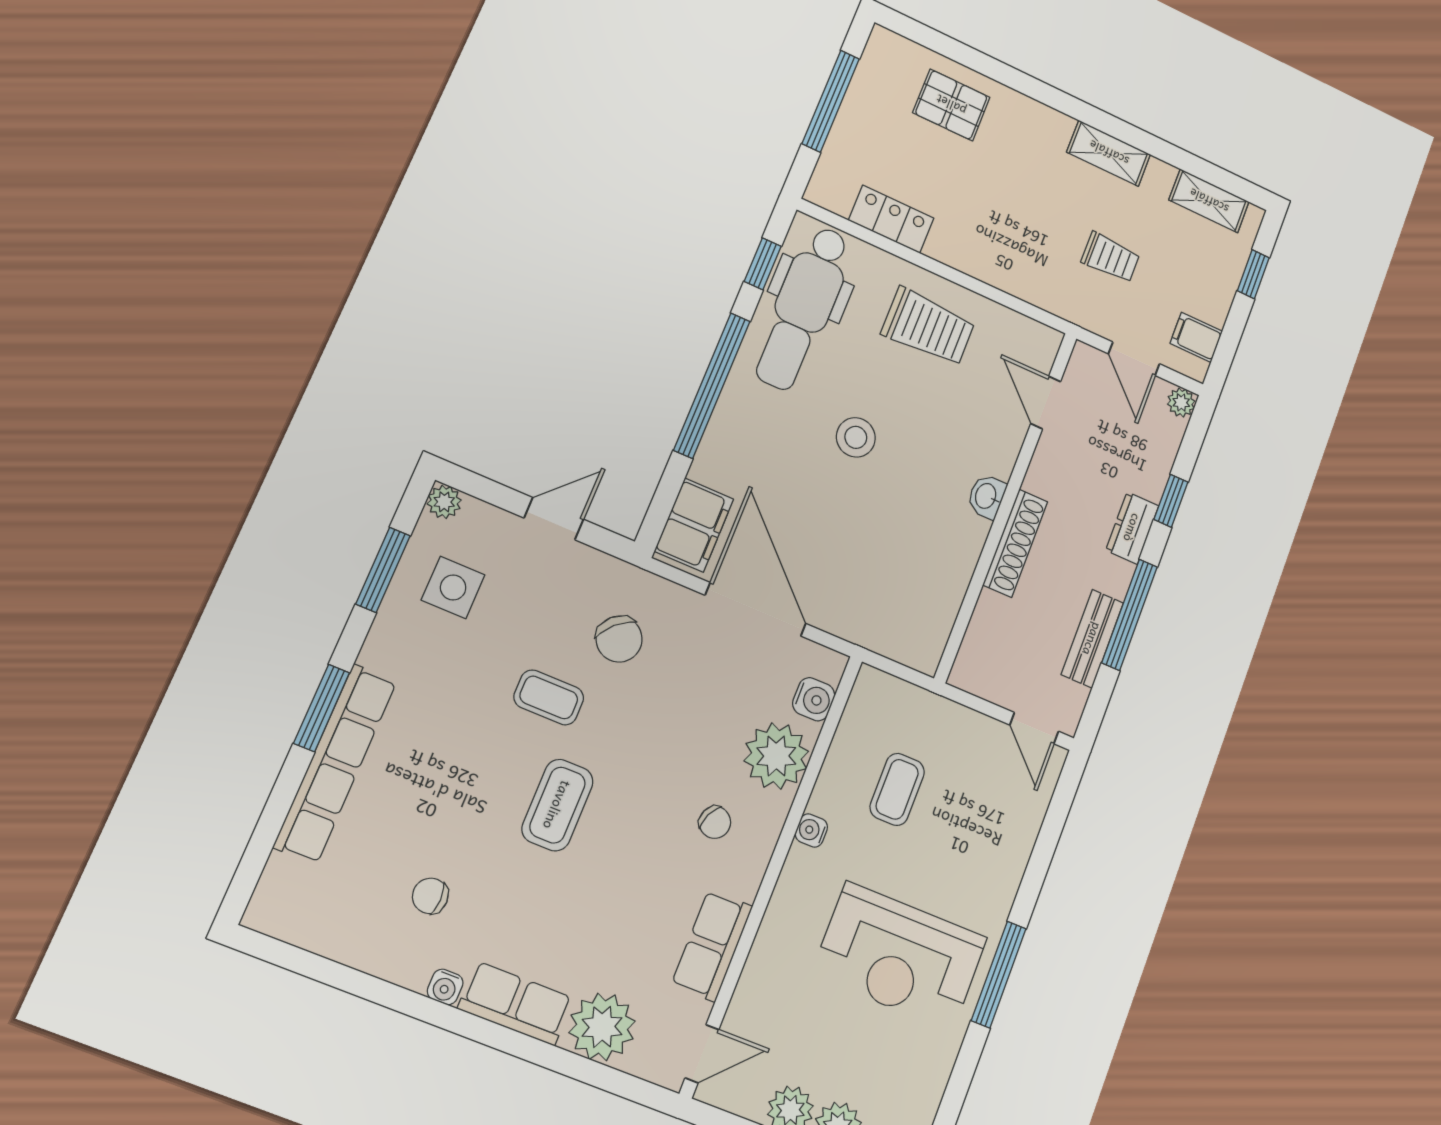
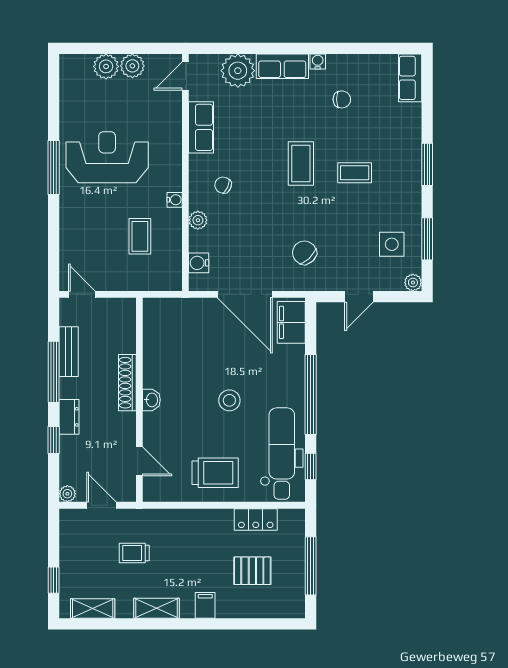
pallet: (951, 105) -> (252, 571), moved
trolley: (928, 327) -> (215, 473), turned 180
filing cabinet: (1196, 337) -> (205, 605), moved, turned -90
coffee table: (549, 697) -> (355, 173), moved
plant: (776, 756) -> (198, 220), width x0.53, depth x0.53
row of seats: (335, 764) -> (410, 78), moved, width x0.50

